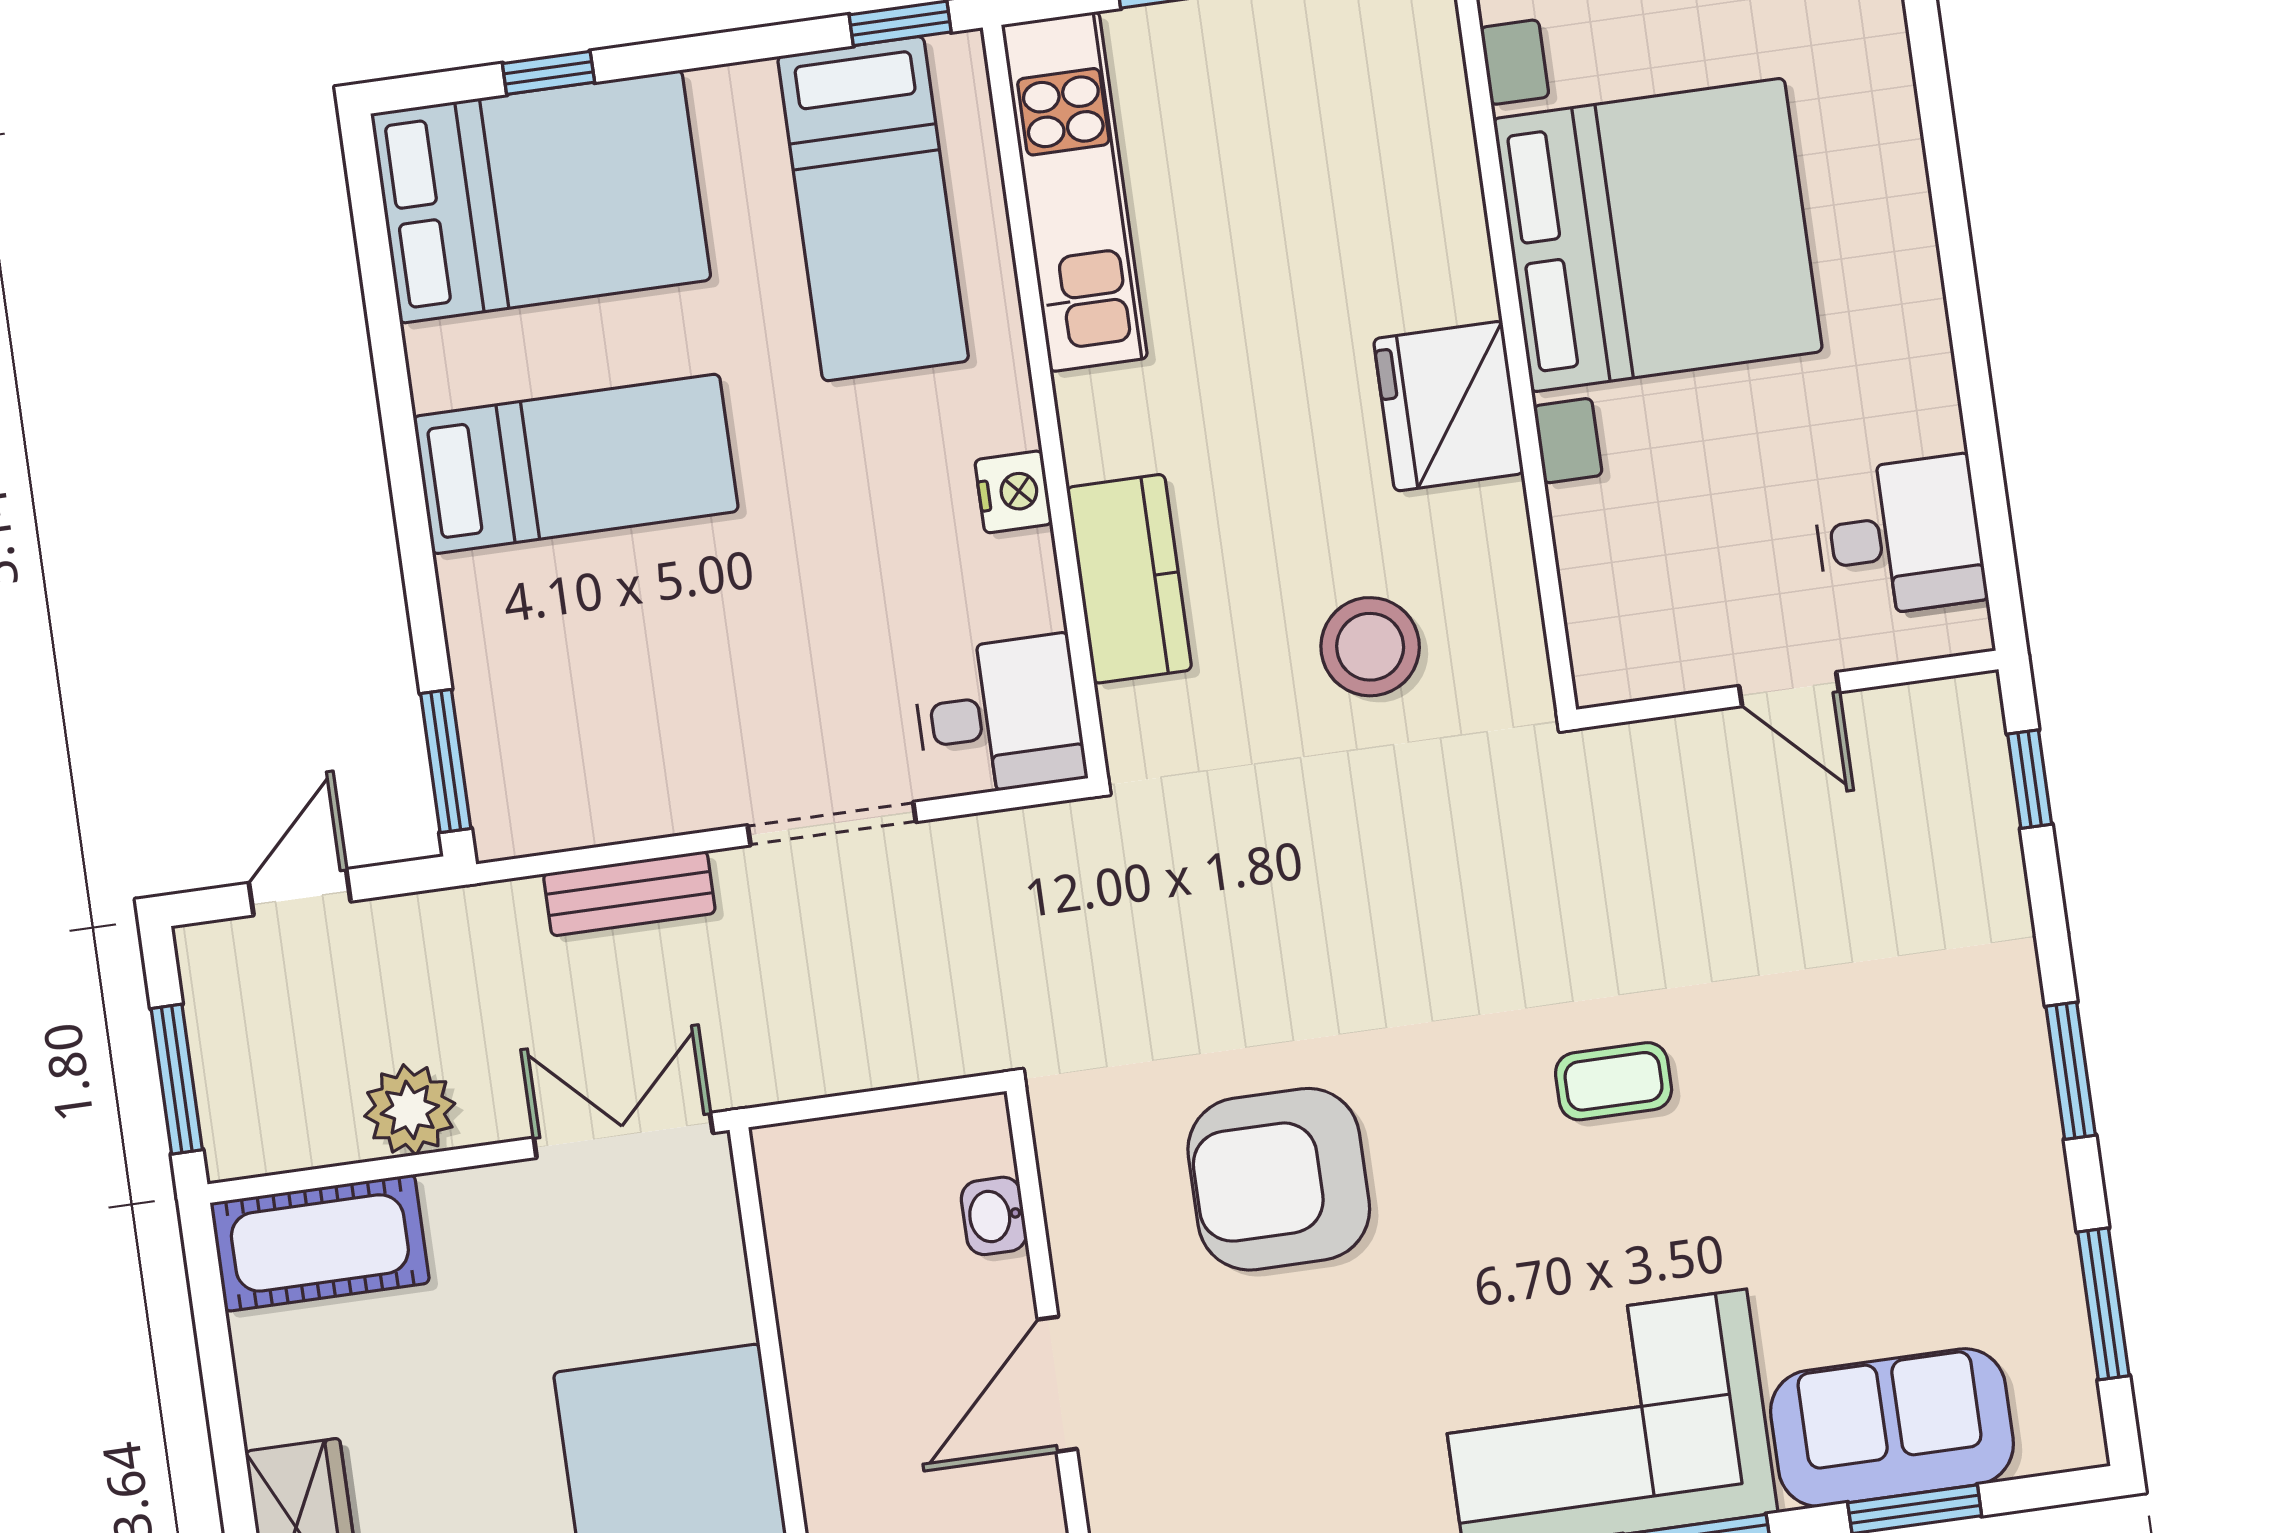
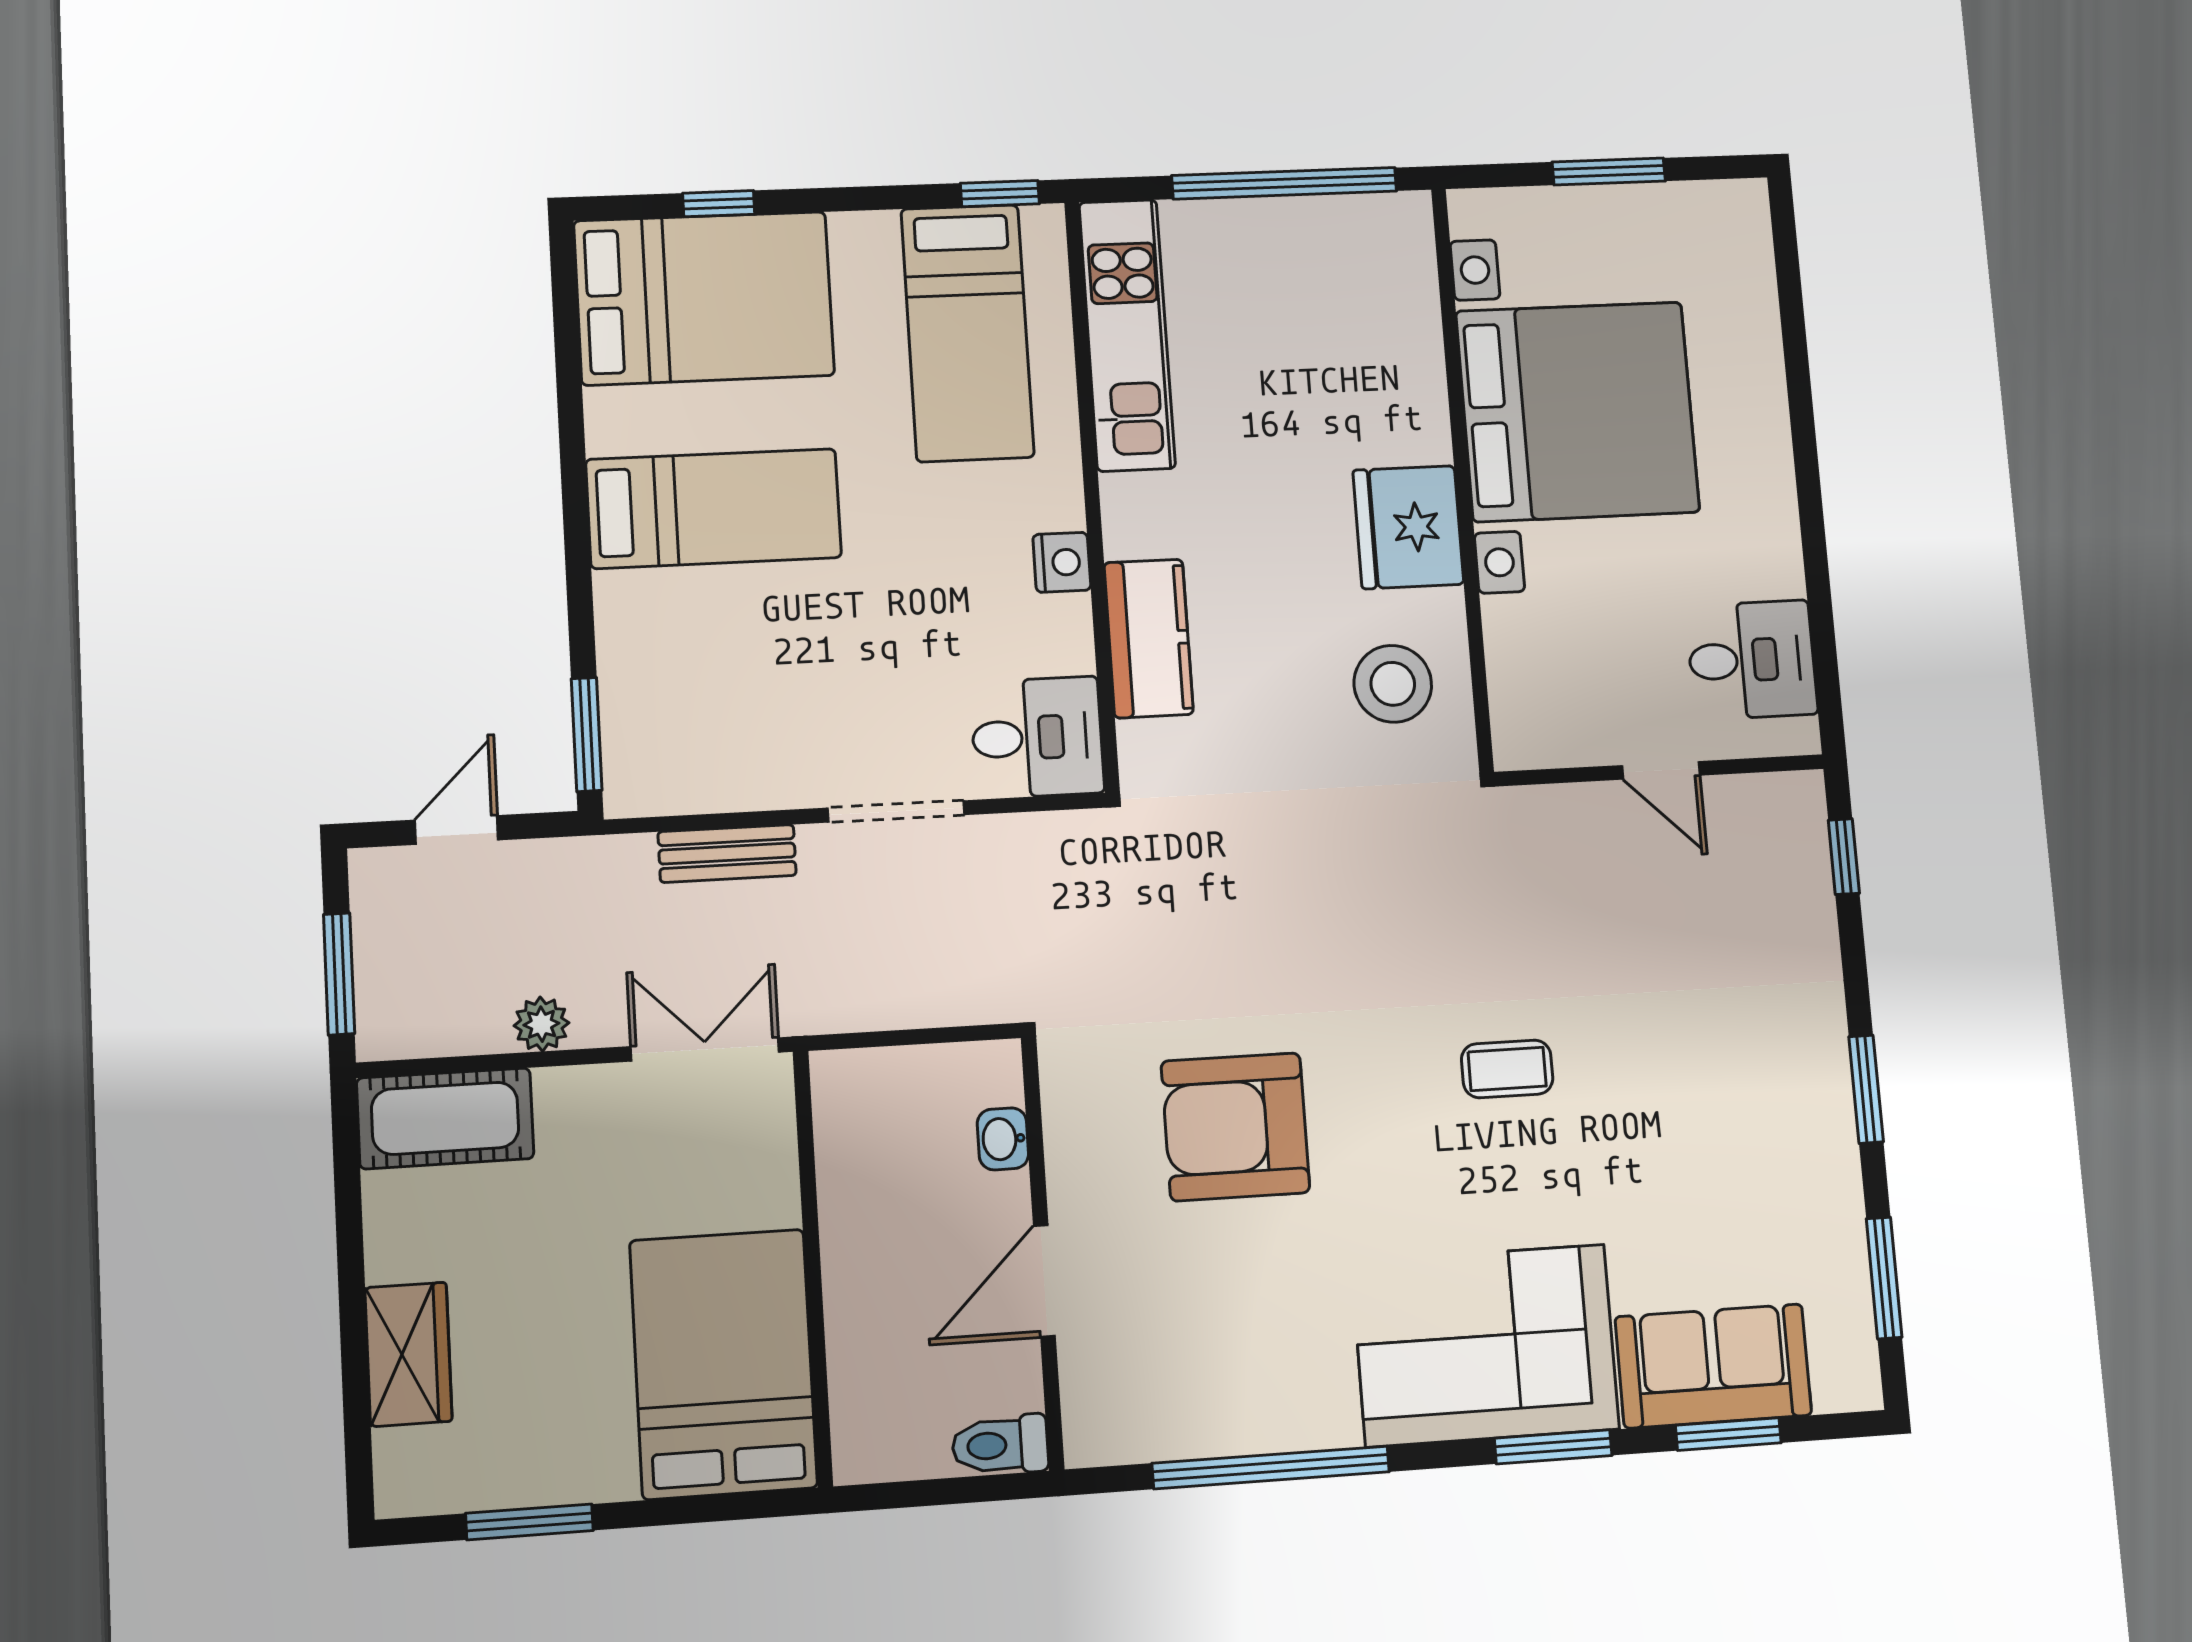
stool: (1370, 647) -> (1393, 684), moved
plant: (410, 1110) -> (541, 1024), width x0.73, depth x0.73

